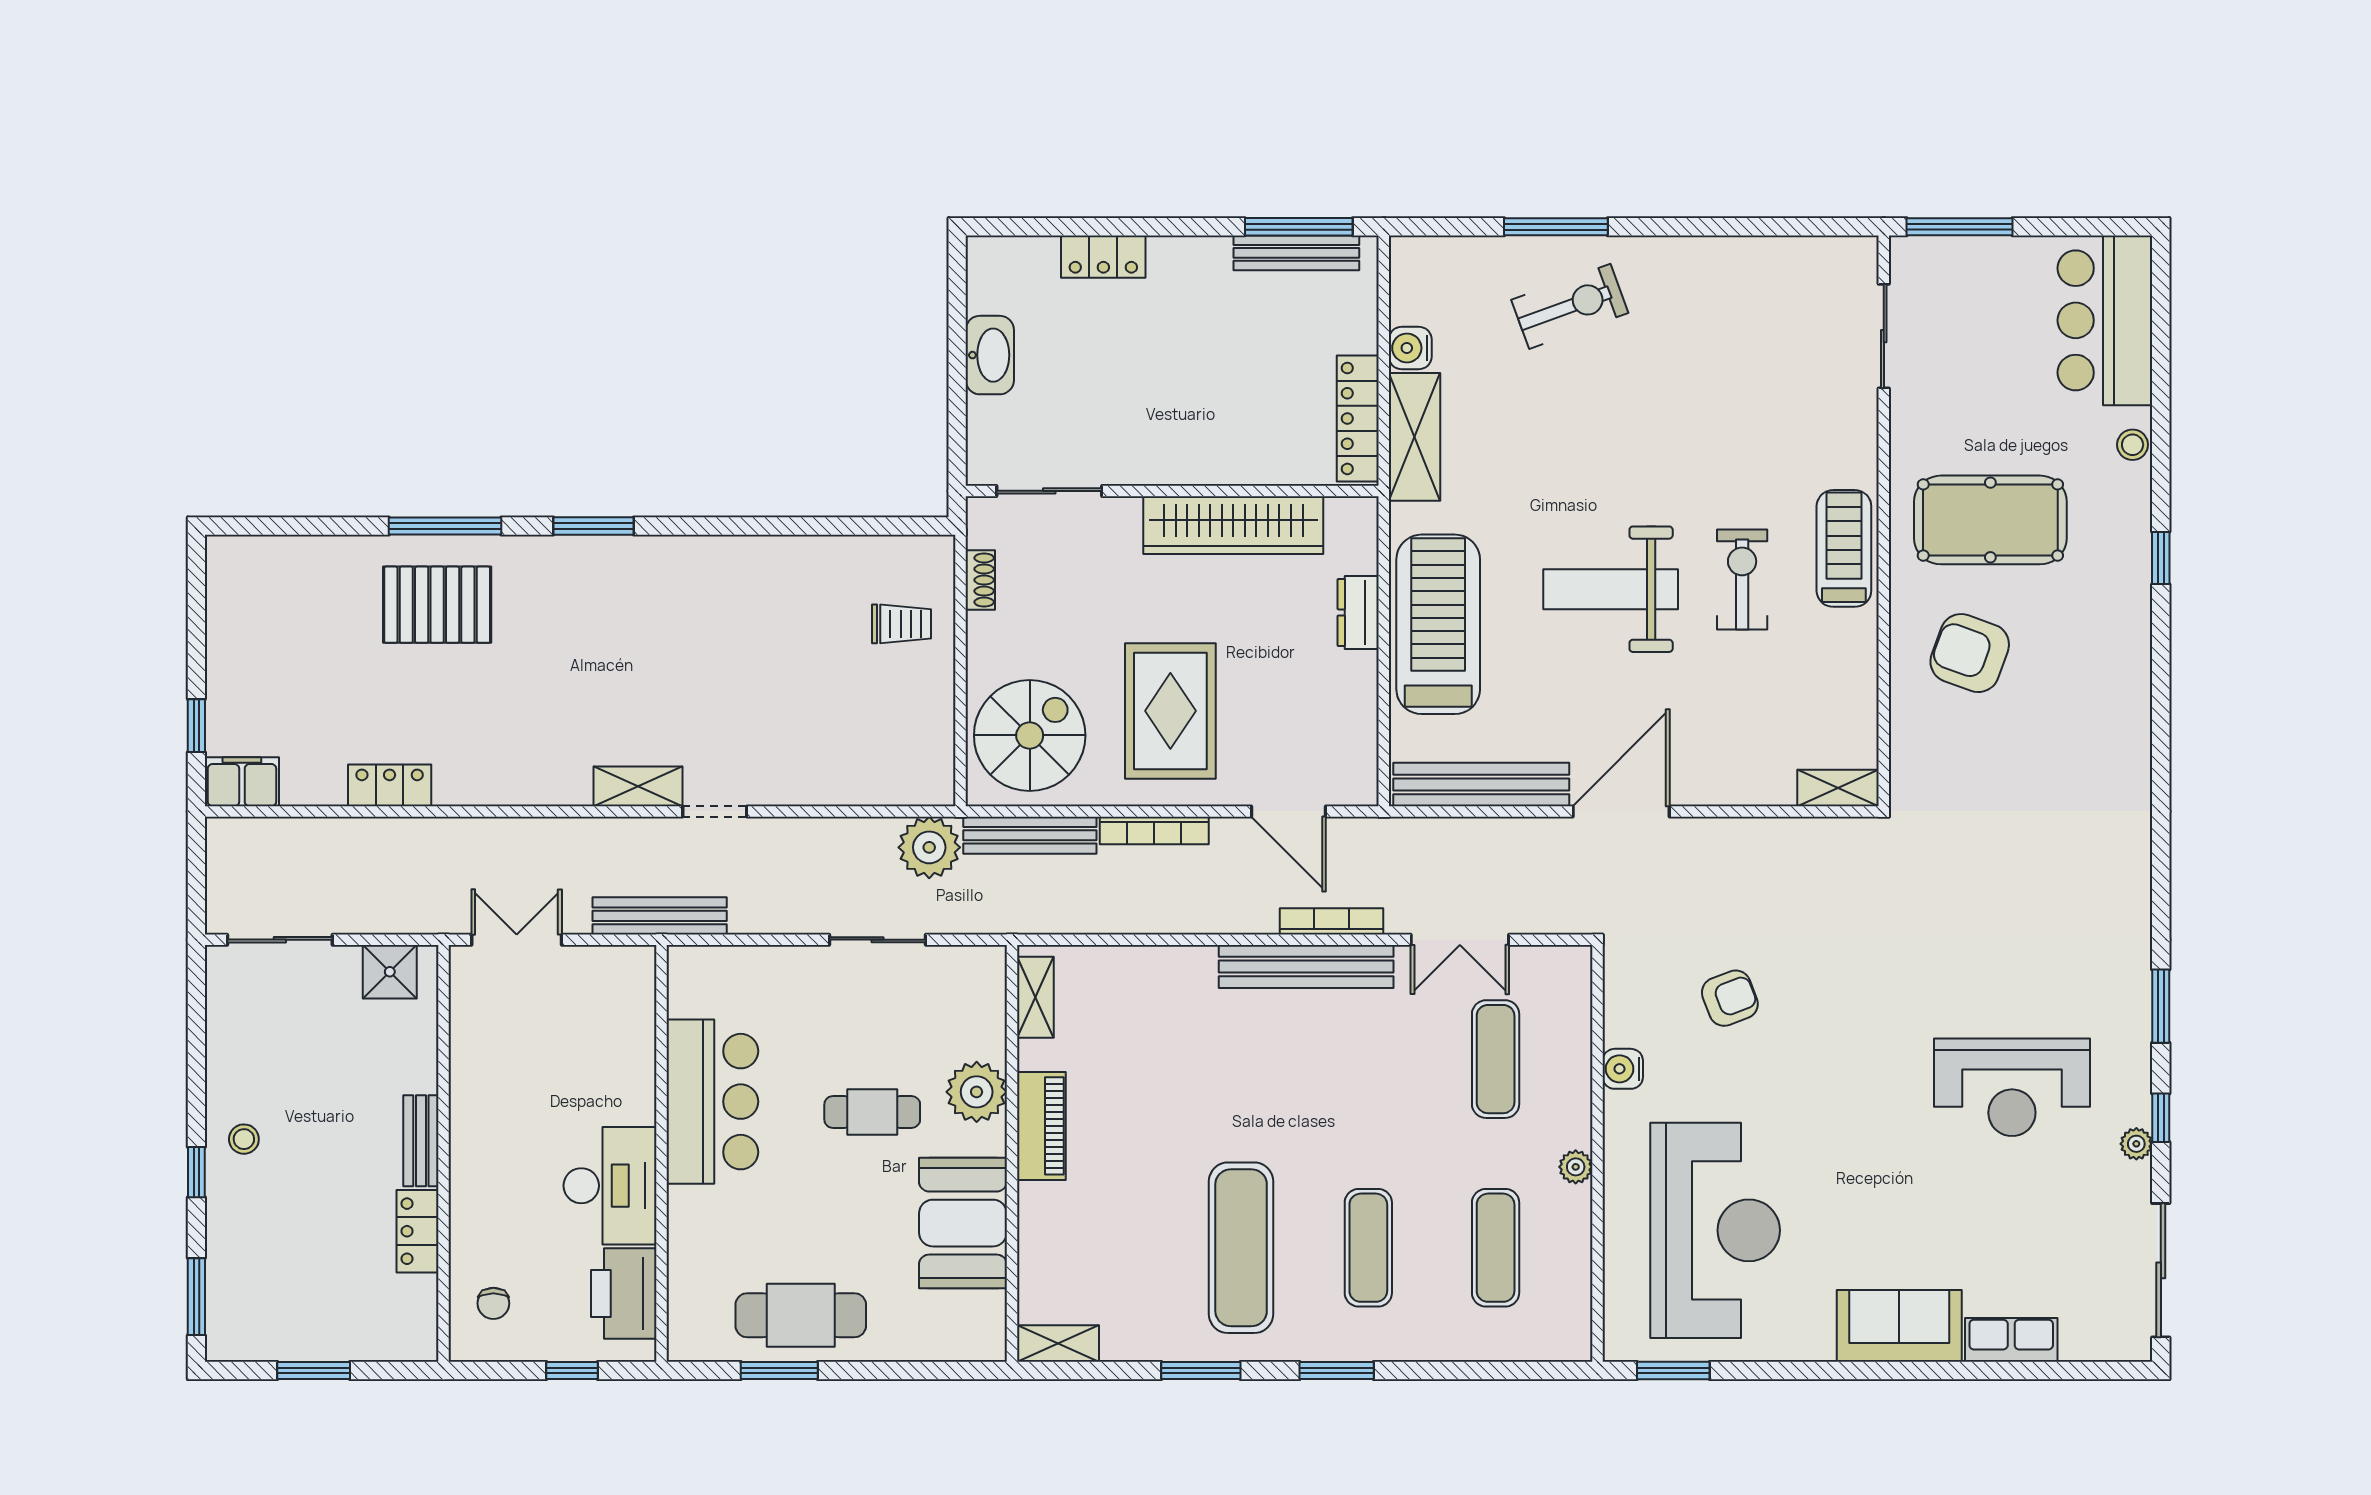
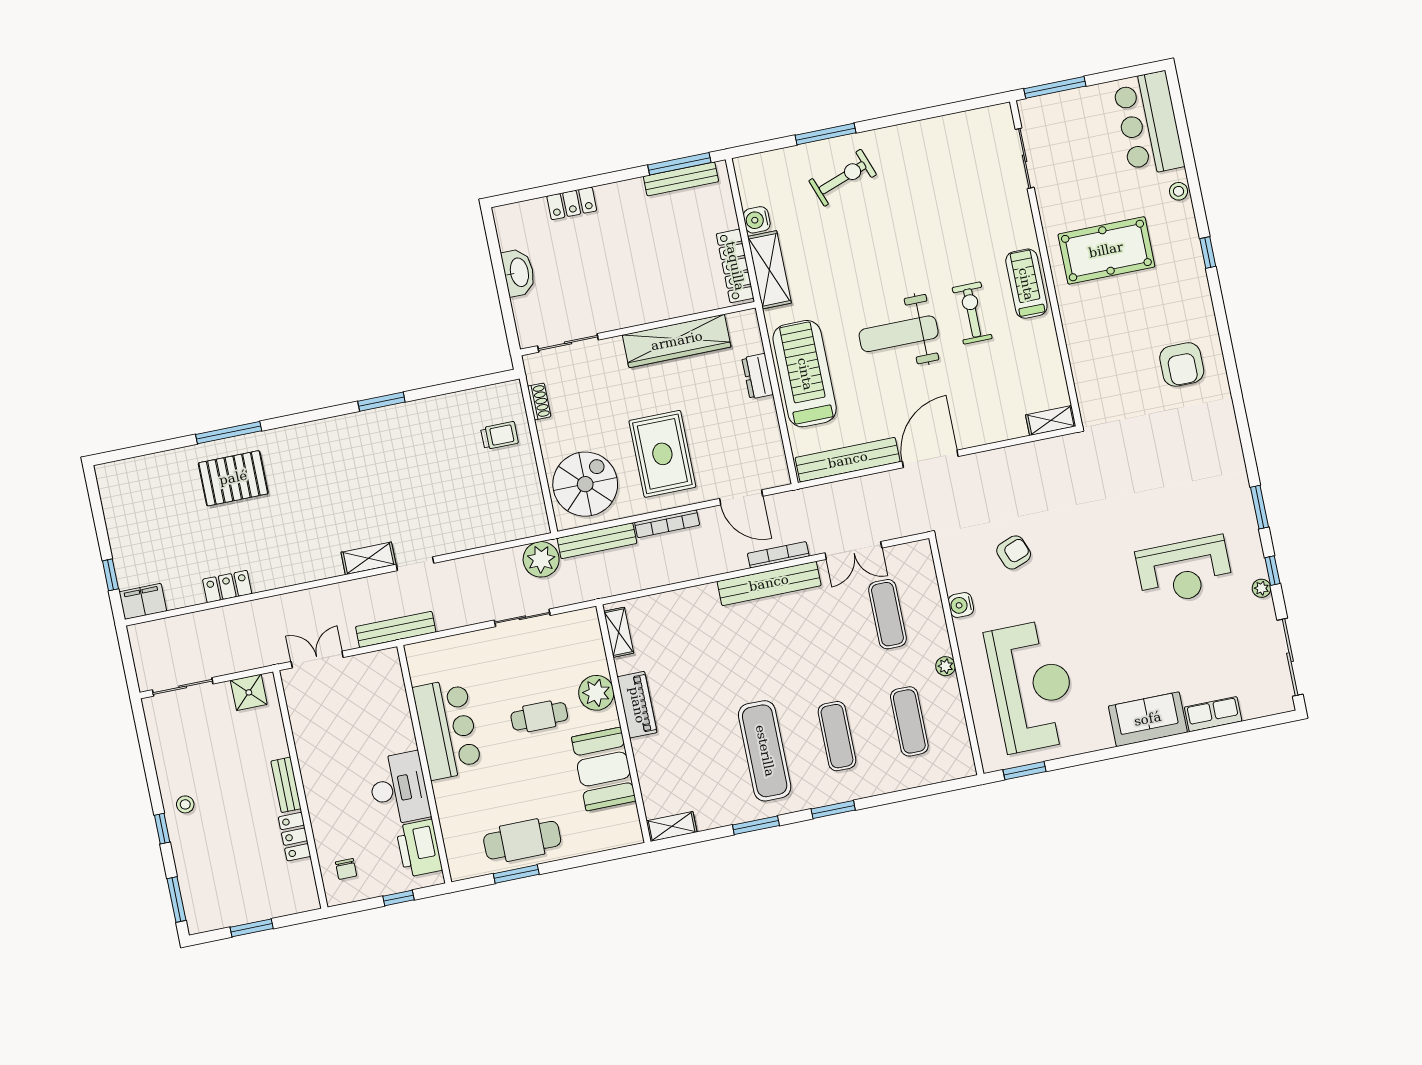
window: (593, 526) -> (381, 402), moved
armchair: (1970, 653) -> (1182, 364), moved, turned -110

